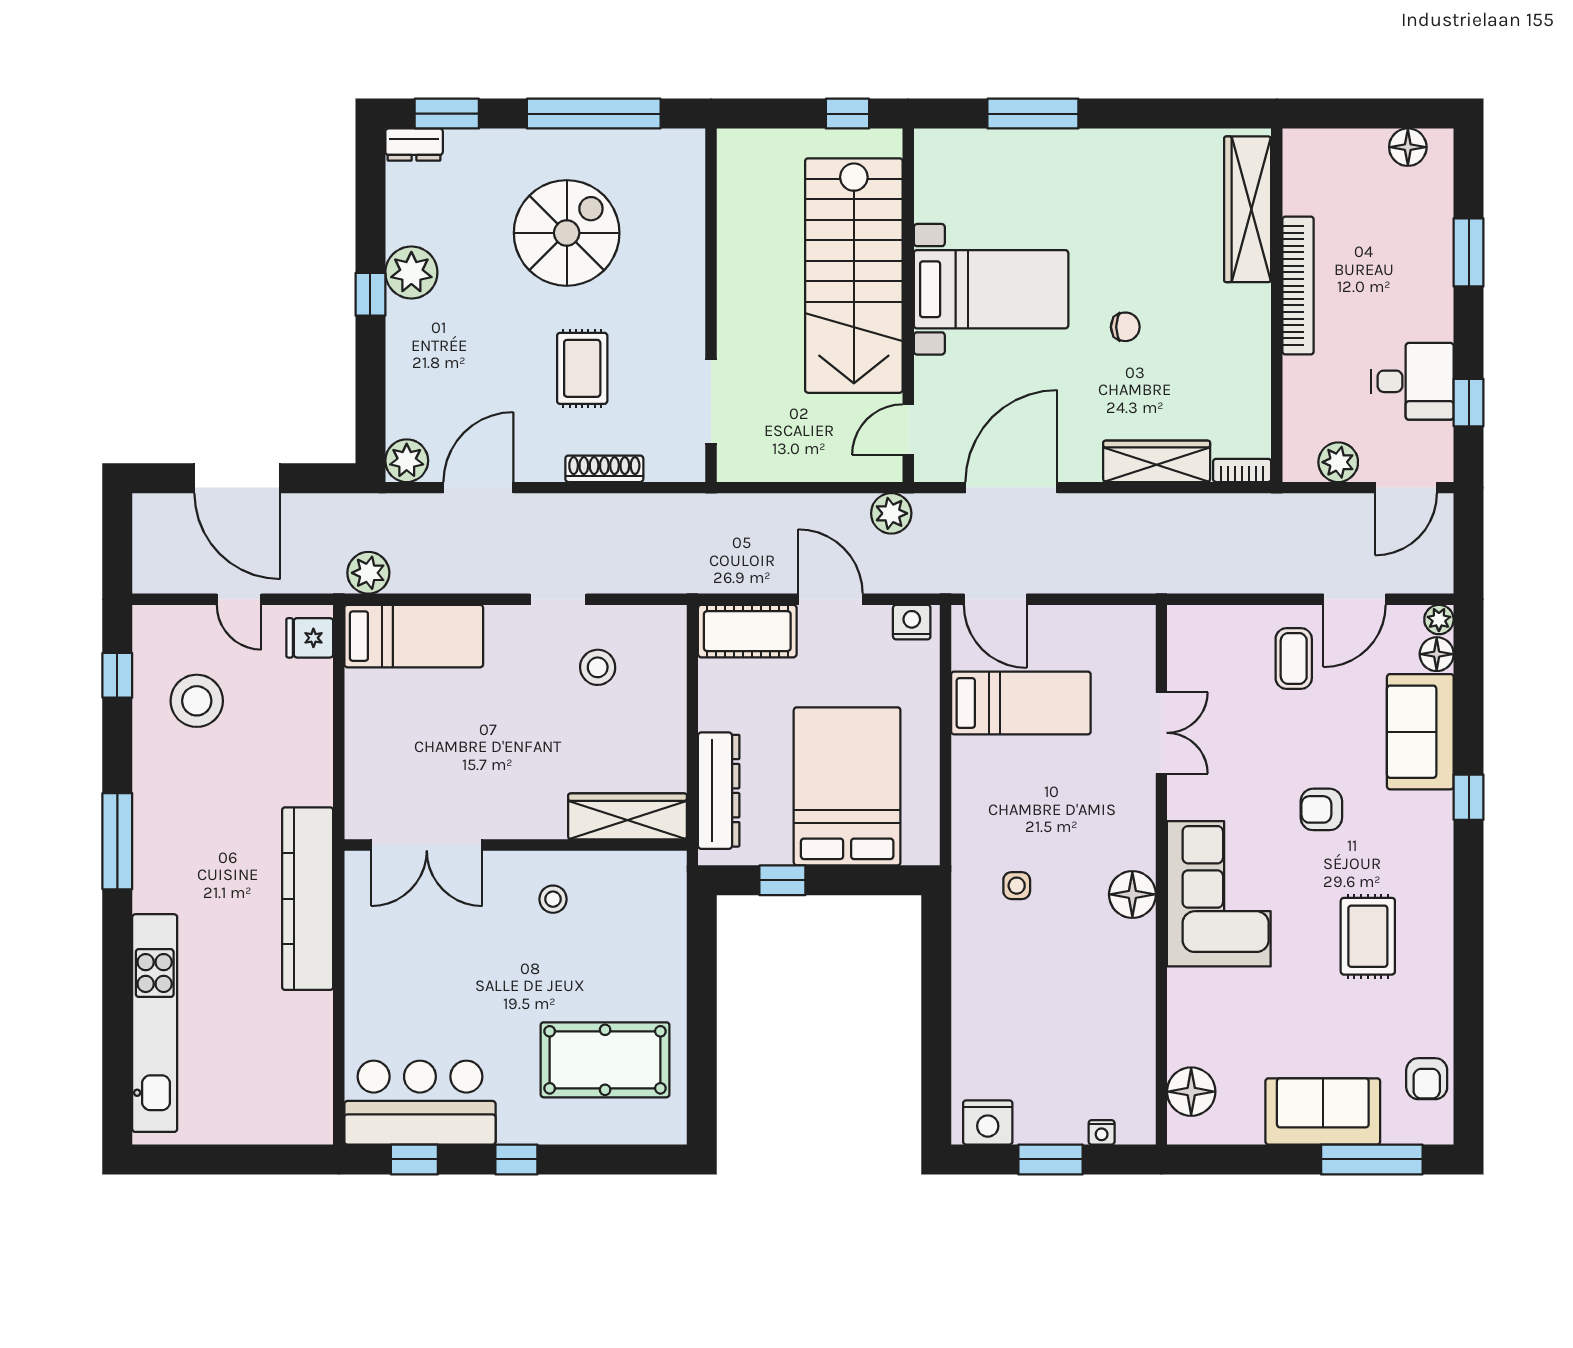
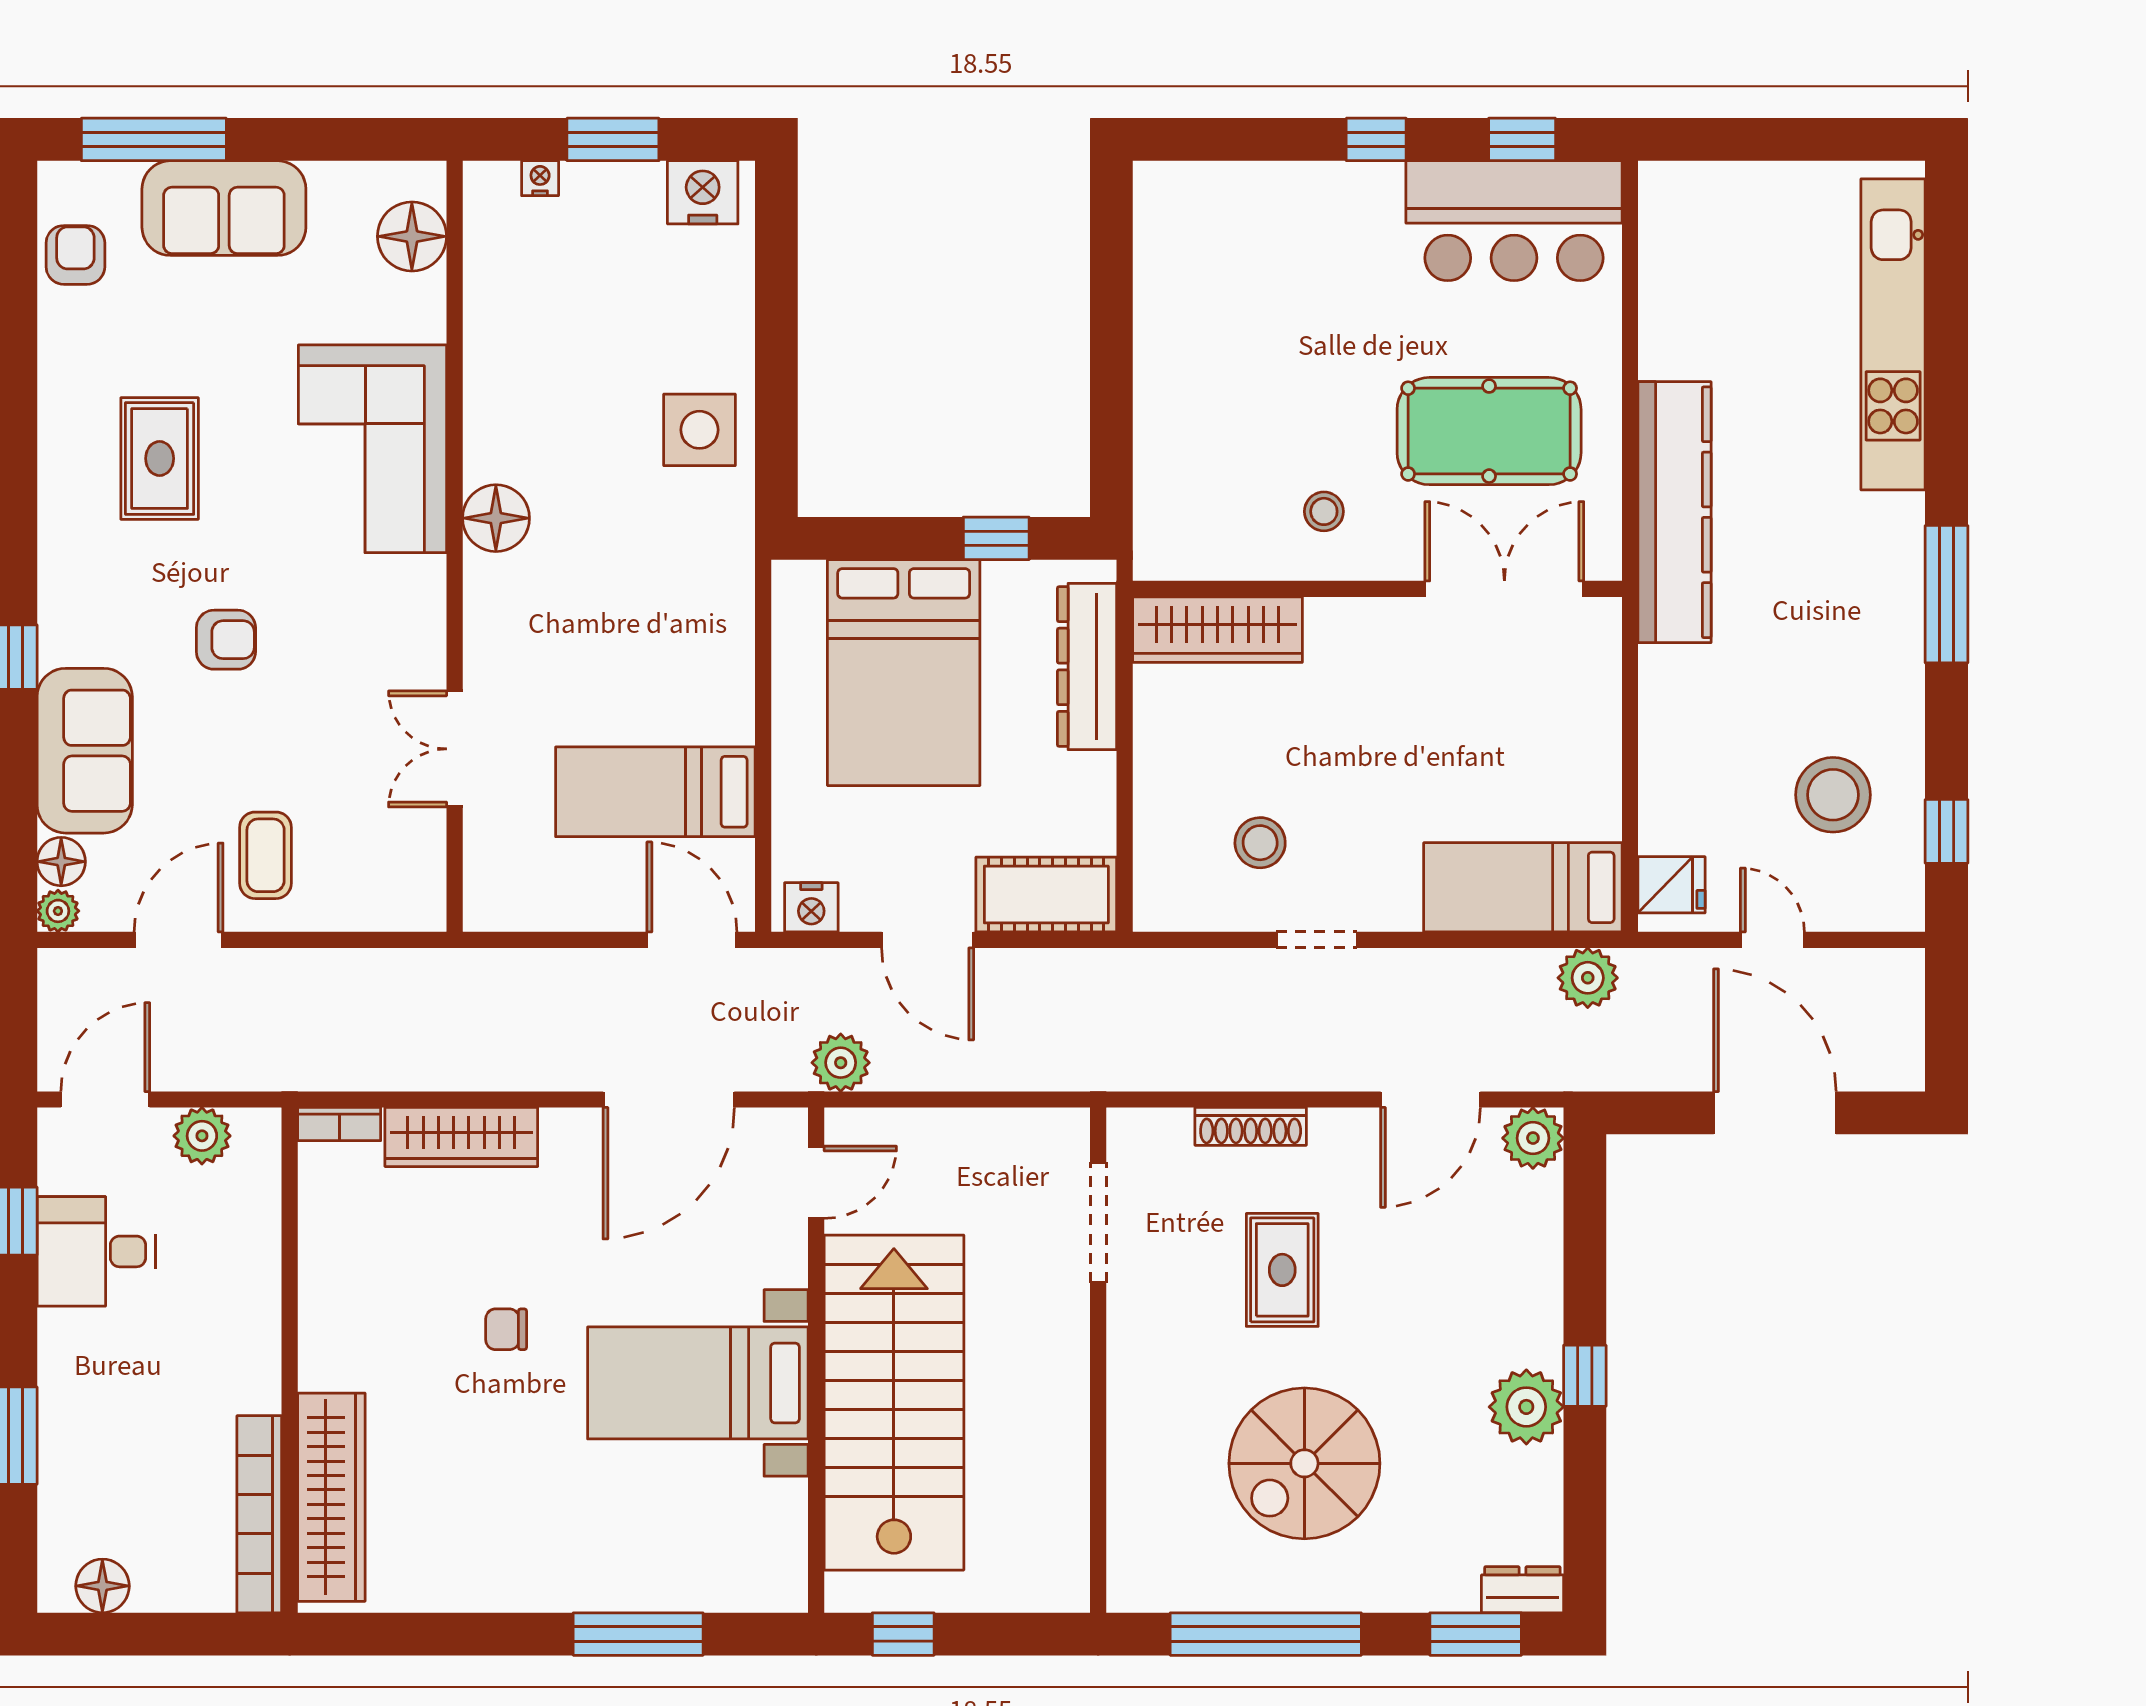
bookcase: (1298, 286) -> (259, 1514), moved
side table: (1017, 886) -> (699, 430), moved, width x1.87, depth x1.87
corner sofa: (1219, 894) -> (372, 449), moved
pool table: (605, 1060) -> (1489, 431), moved

